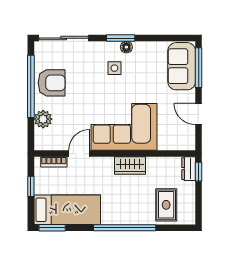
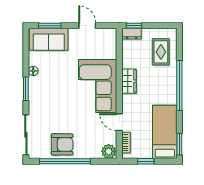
floor lamp: (126, 47) -> (33, 71), moved
side table: (114, 68) -> (50, 94), removed
window: (199, 68) -> (50, 26), width x0.69
armchair: (52, 83) -> (62, 144), turned 90
door: (199, 114) -> (87, 26), swing flipped
plant: (43, 119) -> (109, 151), moved
rug: (166, 205) -> (161, 52), turned 90

